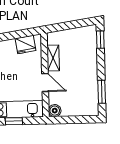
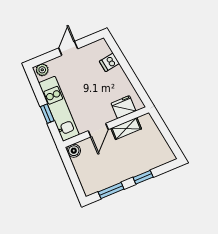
window: (100, 40) -> (143, 177), moved
fridge: (25, 44) -> (124, 107), moved, turned 99

